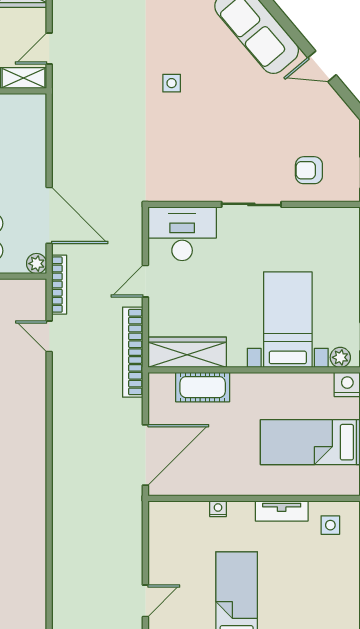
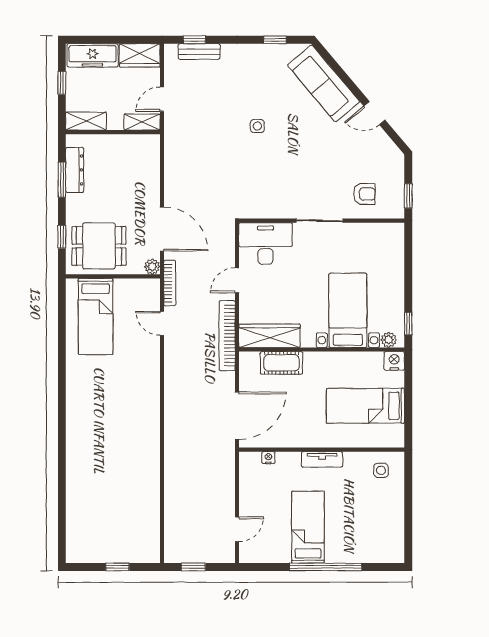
armchair: (309, 170) -> (364, 194), turned 180
nightstand: (218, 509) -> (268, 458), moved
tv unit: (282, 511) -> (322, 459), moved

